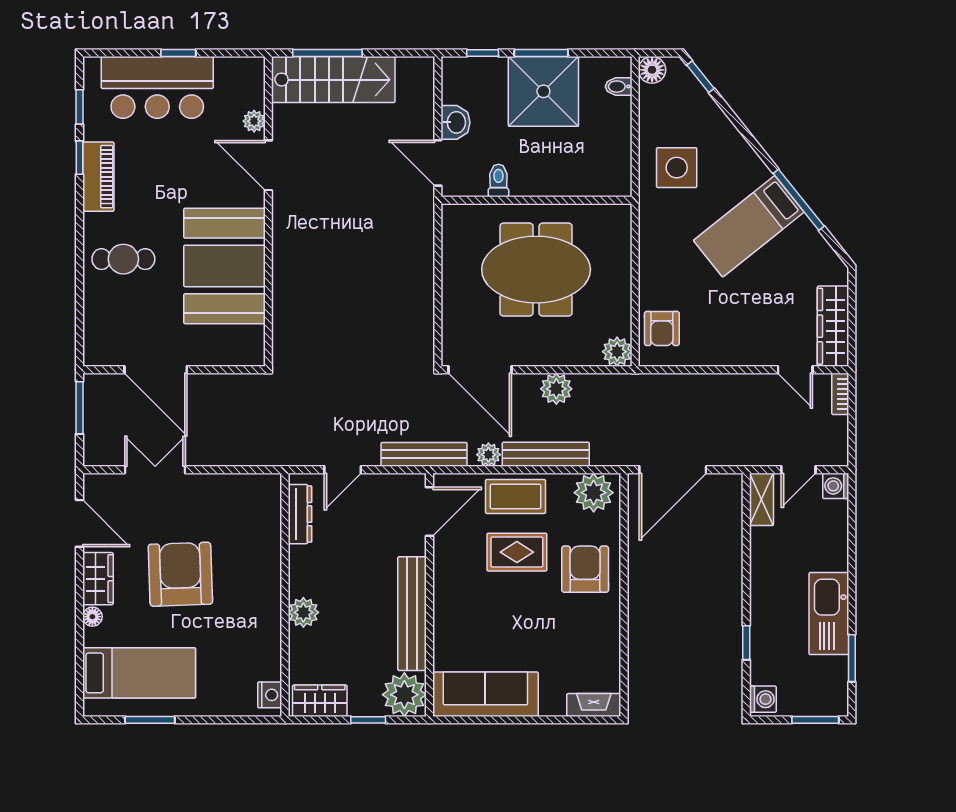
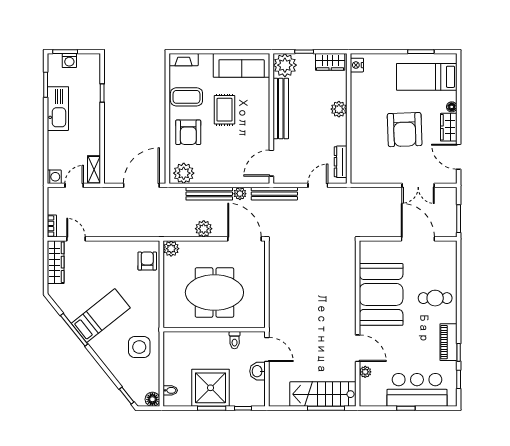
coffee table: (516, 496) -> (186, 97), moved
rug: (517, 552) -> (224, 110), moved, turned 90
washing machine: (763, 699) -> (69, 61), moved, turned -90

